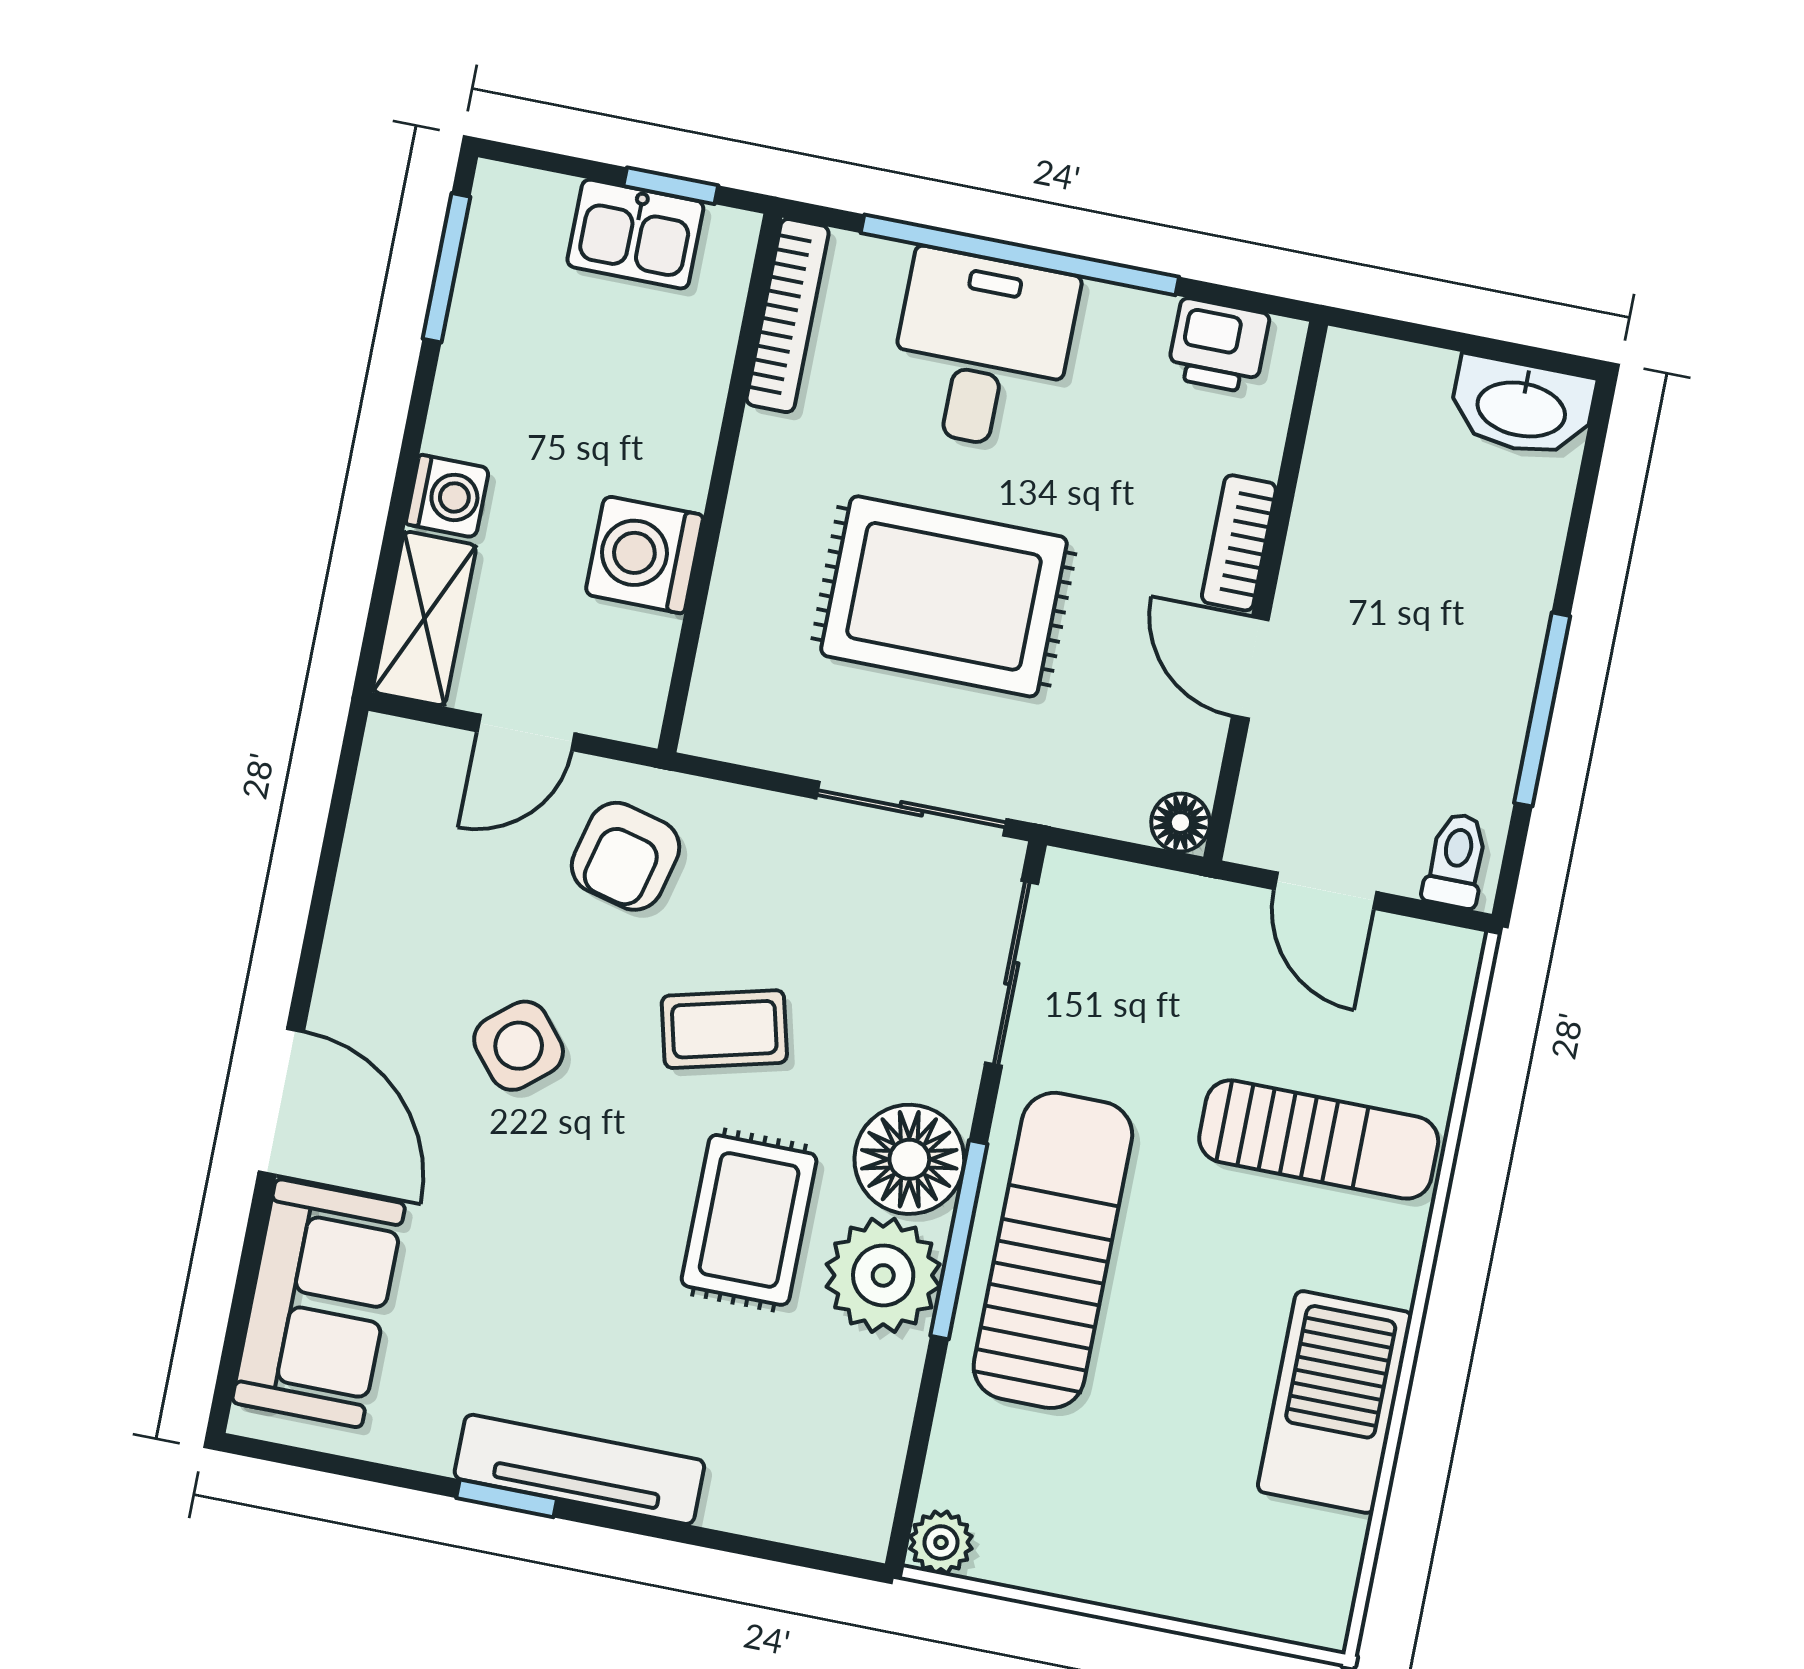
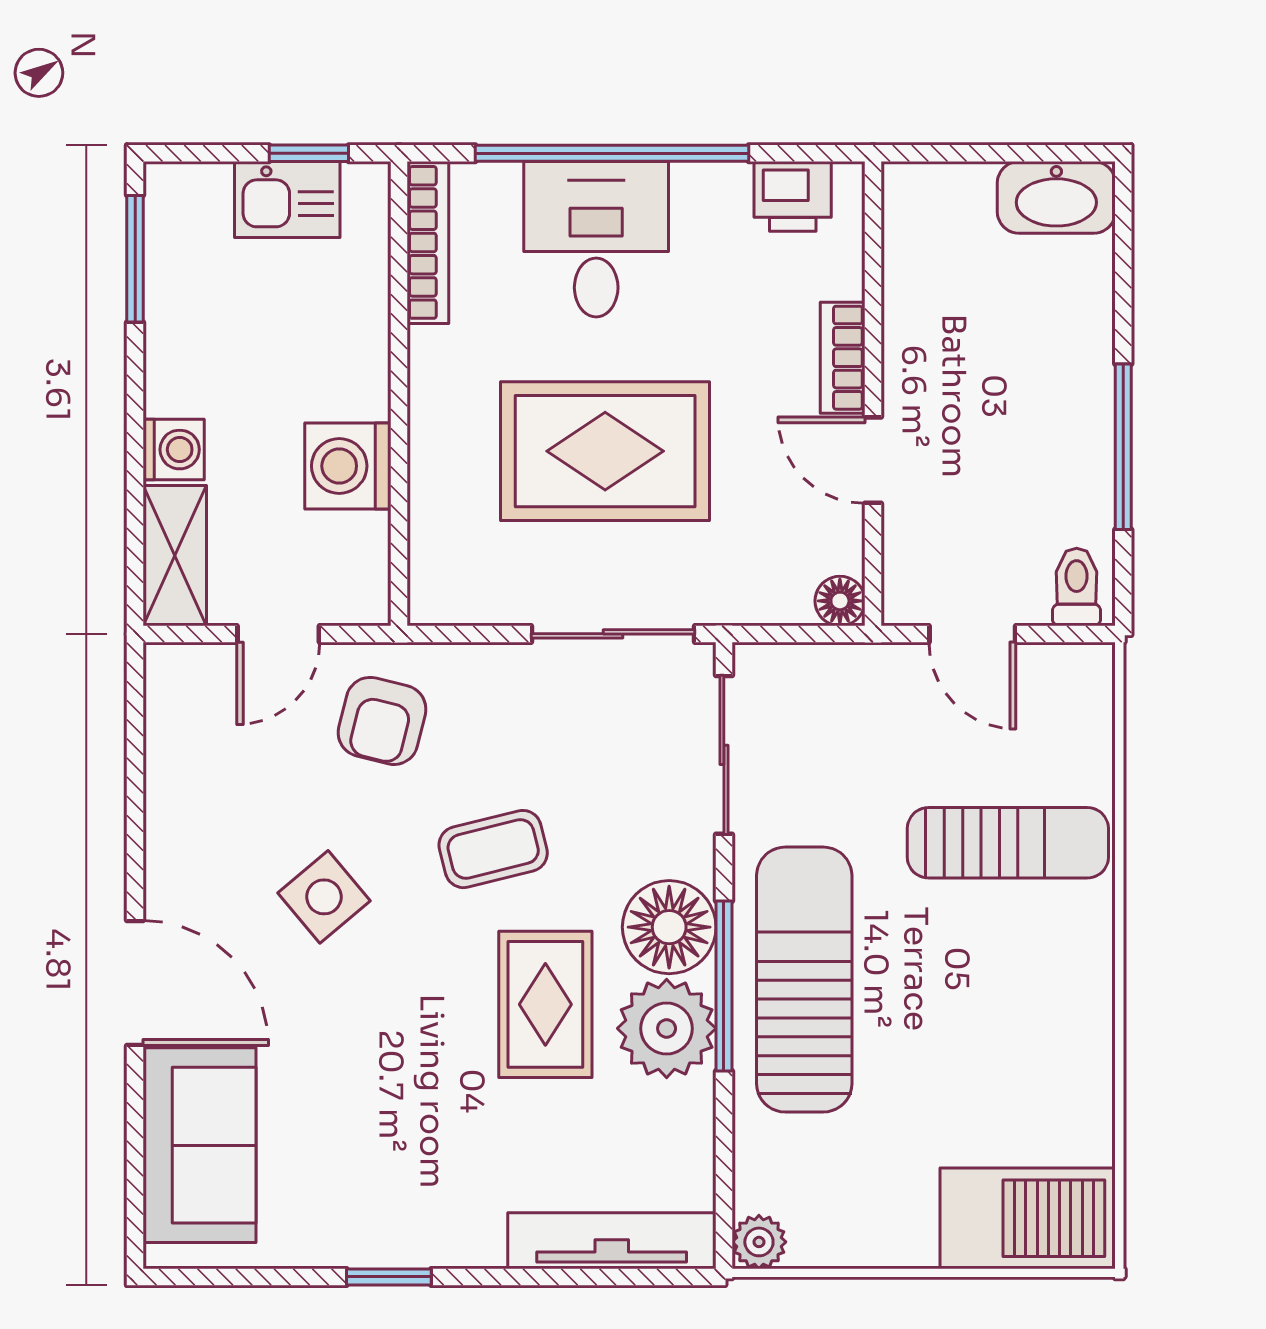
barbecue: (1335, 1402) -> (1028, 1218), moved, turned 90
tv unit: (579, 1469) -> (612, 1241), moved

